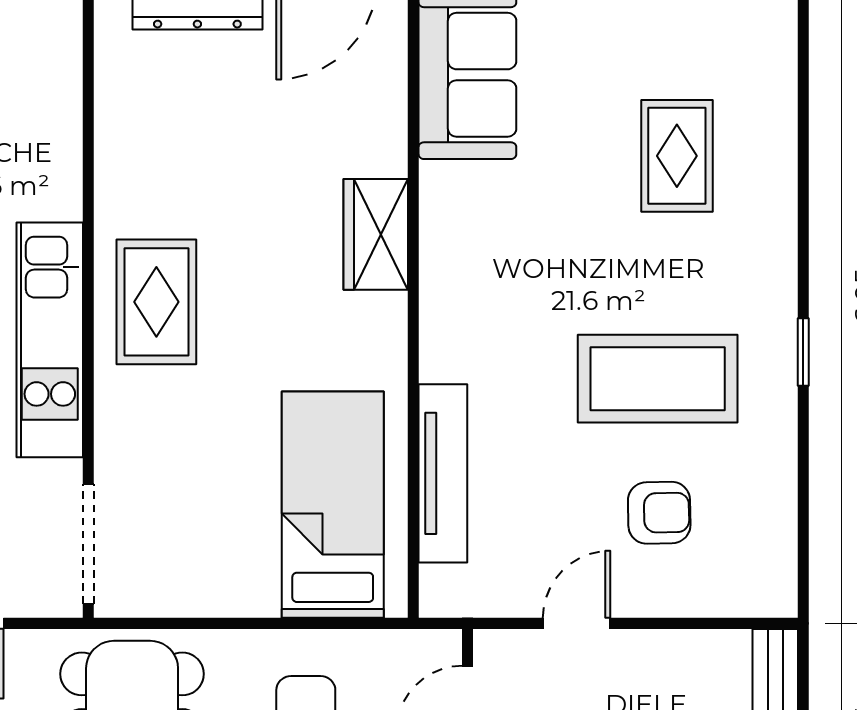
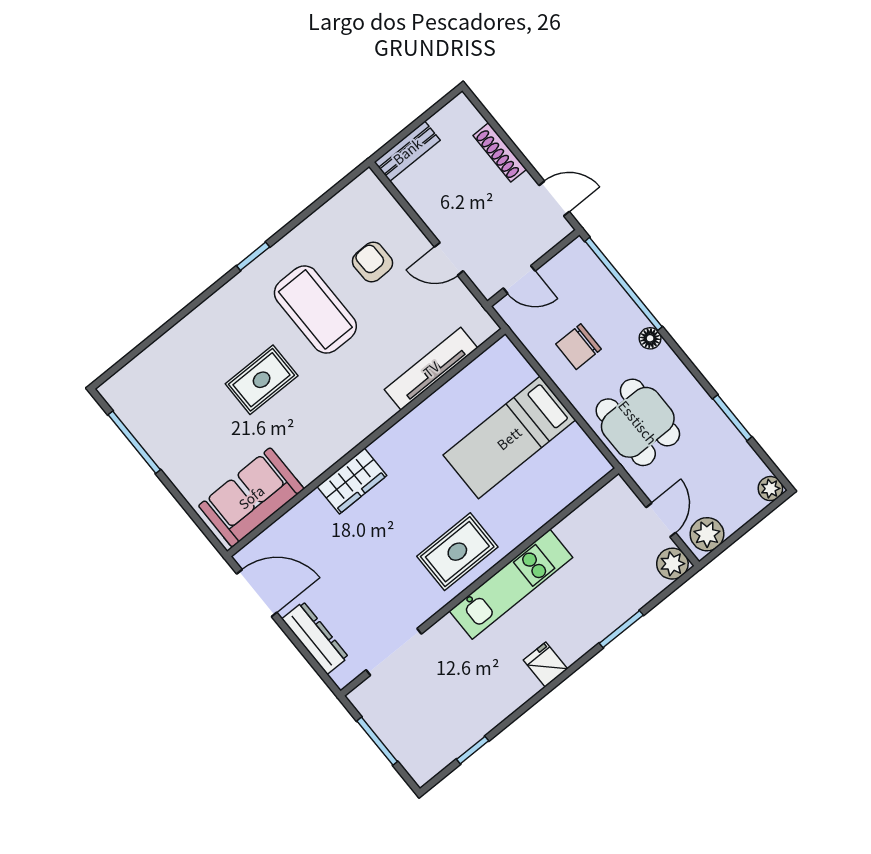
rug: (677, 156) -> (262, 380), moved
bed: (333, 505) -> (509, 438), moved
doorway: (88, 544) -> (394, 652), moved

